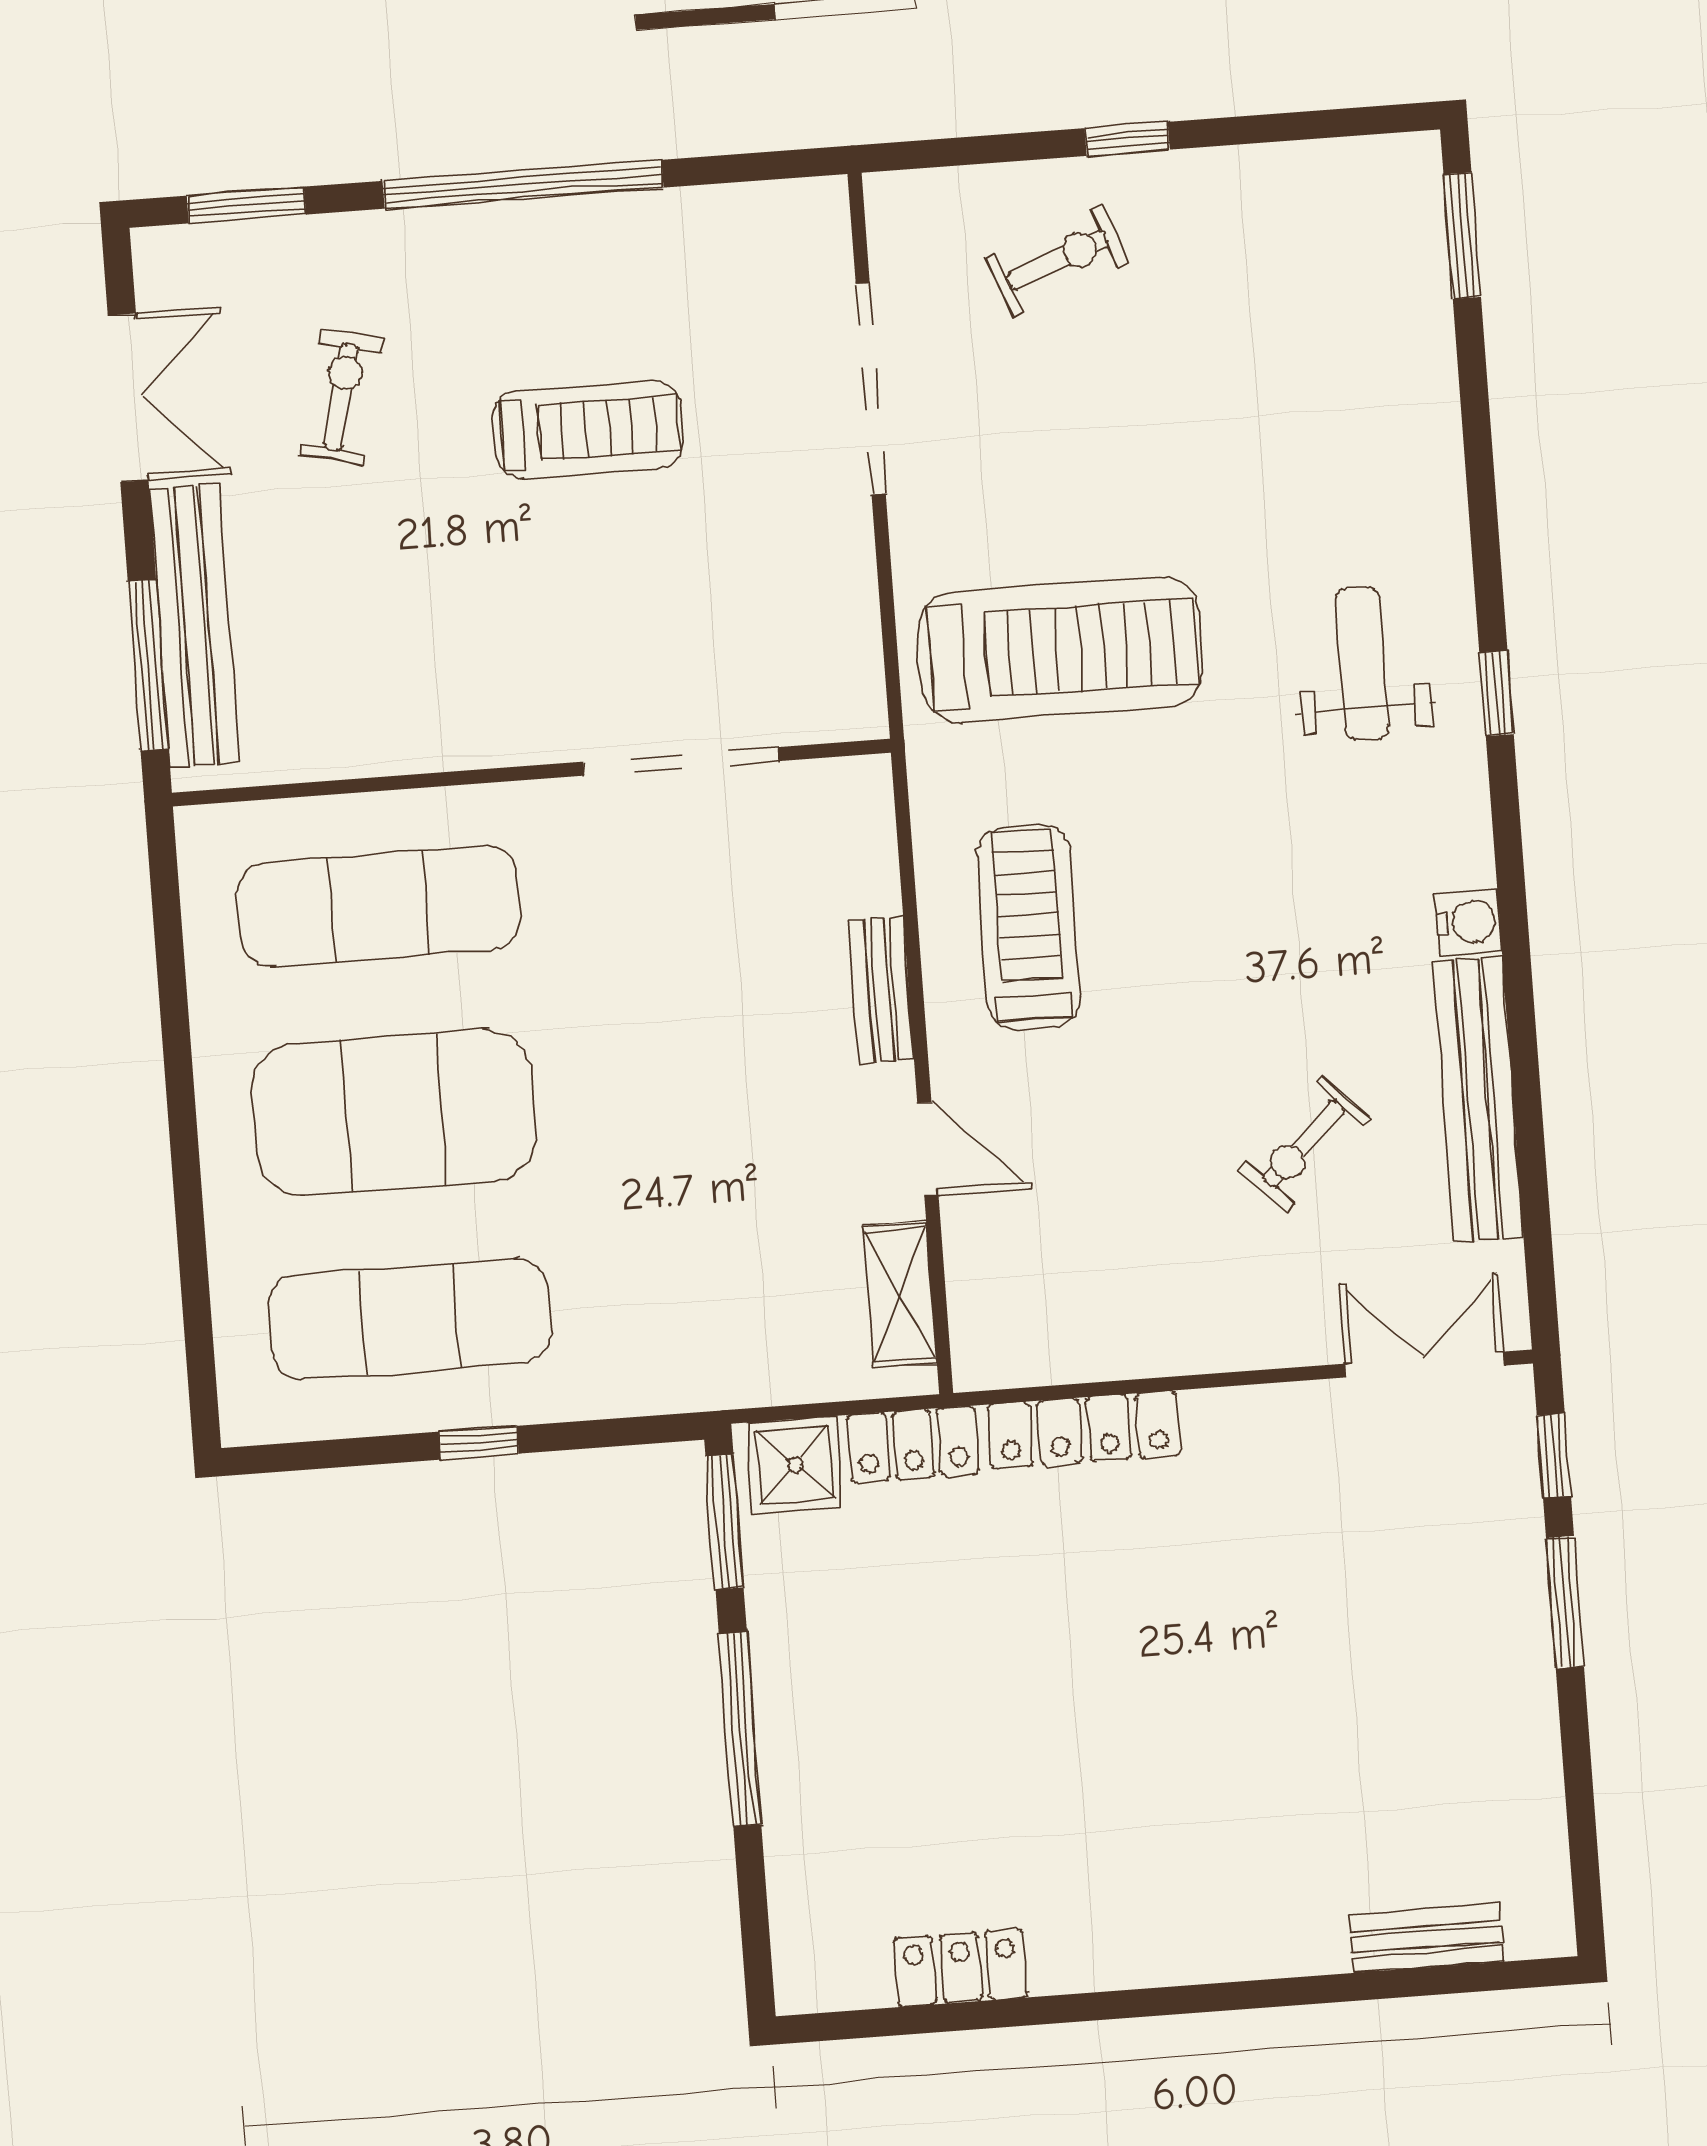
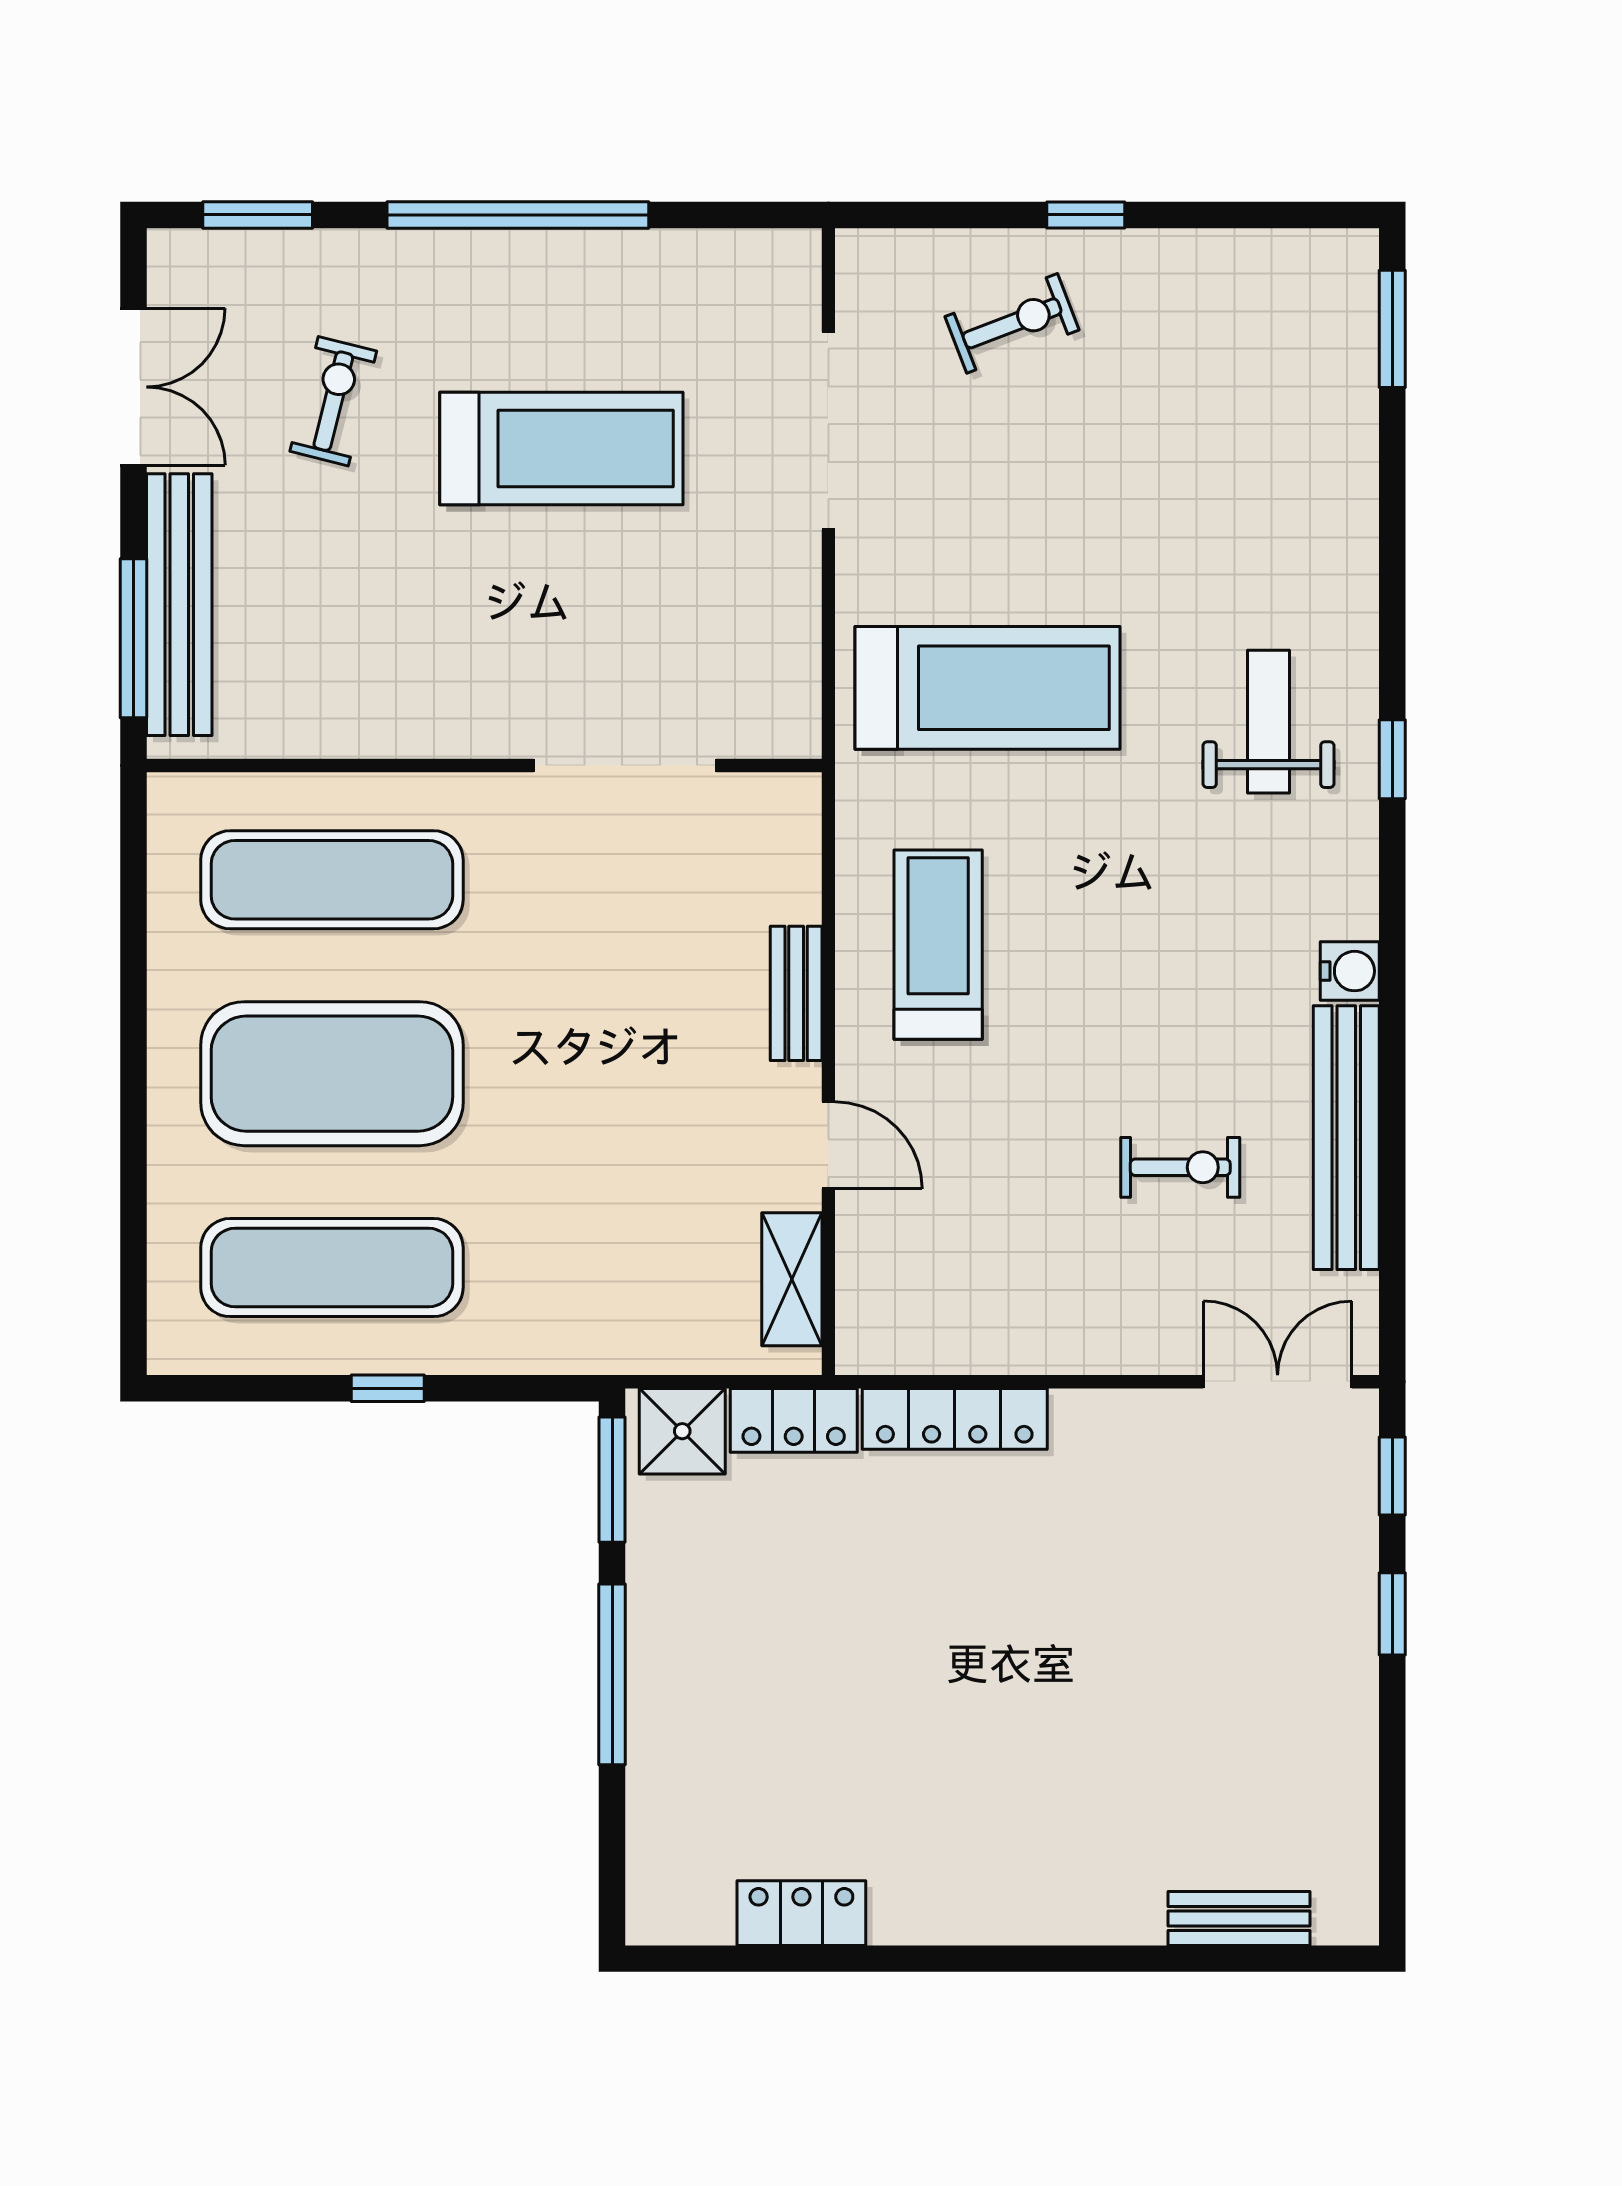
treadmill: (588, 429) -> (561, 449), width x1.37, depth x1.38
exercise bike: (1304, 1144) -> (1180, 1167), turned -136
window: (1565, 1602) -> (1392, 1614), width x0.67

